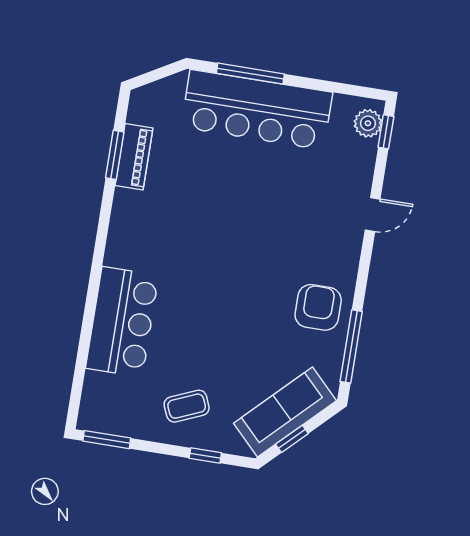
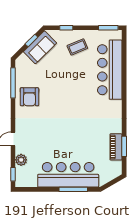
plant: (368, 123) -> (21, 160), moved
bar counter: (122, 322) -> (110, 70), width x1.36
sofa: (285, 412) -> (40, 47), width x0.73

